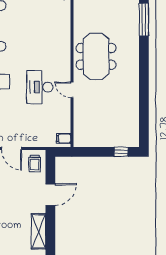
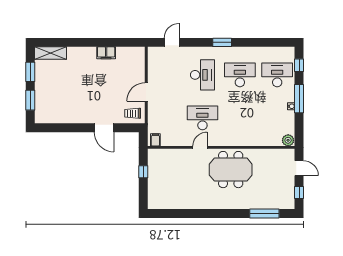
window: (121, 152) -> (143, 172), moved
shelving: (39, 231) -> (70, 117), removed

